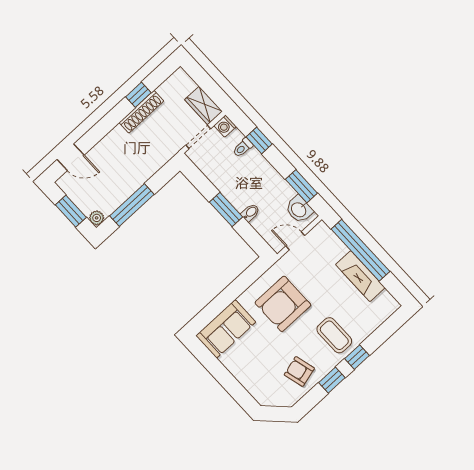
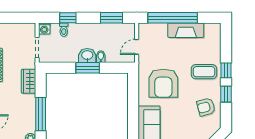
wardrobe: (203, 106) -> (28, 81), moved, turned 90
washbasin: (299, 209) -> (87, 56), moved, turned 180

